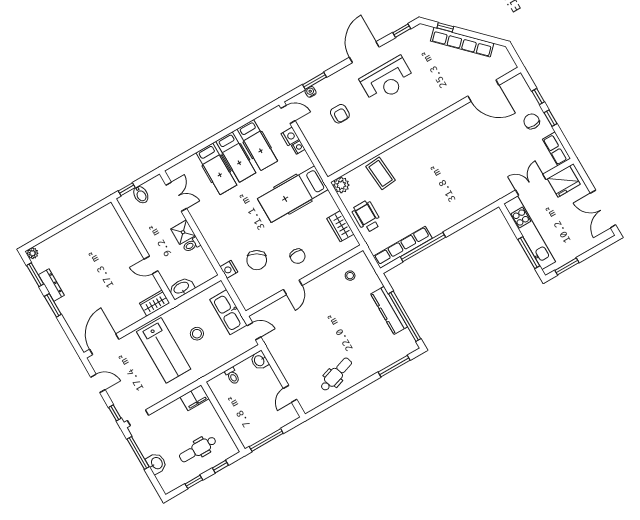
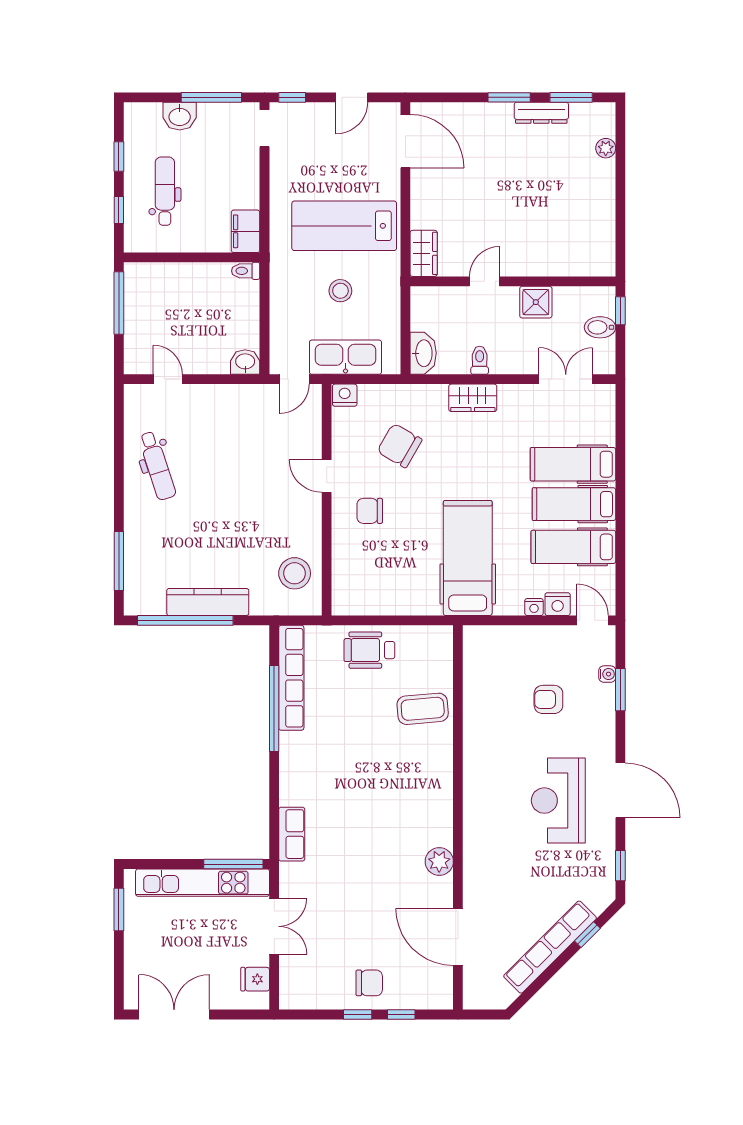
door: (483, 91) -> (458, 937), hinge flipped
door: (288, 114) -> (593, 620), swing flipped
row of seats: (557, 149) -> (292, 834), moved, turned 90
fridge: (564, 181) -> (255, 979), width x0.53, depth x0.75
plant: (341, 185) -> (439, 861), moved
double door: (176, 197) -> (566, 379), swing flipped
wheelchair: (367, 217) -> (369, 650), turned 180
wardrobe: (340, 226) -> (473, 398), moved, turned 180
shower: (183, 232) -> (536, 302), moved
plant: (33, 253) -> (606, 148), moved
window: (529, 253) -> (233, 864), moved
nightstand: (229, 269) -> (345, 395), moved
stool: (350, 276) -> (295, 573), width x1.89, depth x1.89
washbasin: (181, 288) -> (423, 353), moved
toilet: (232, 376) -> (246, 271), moved

